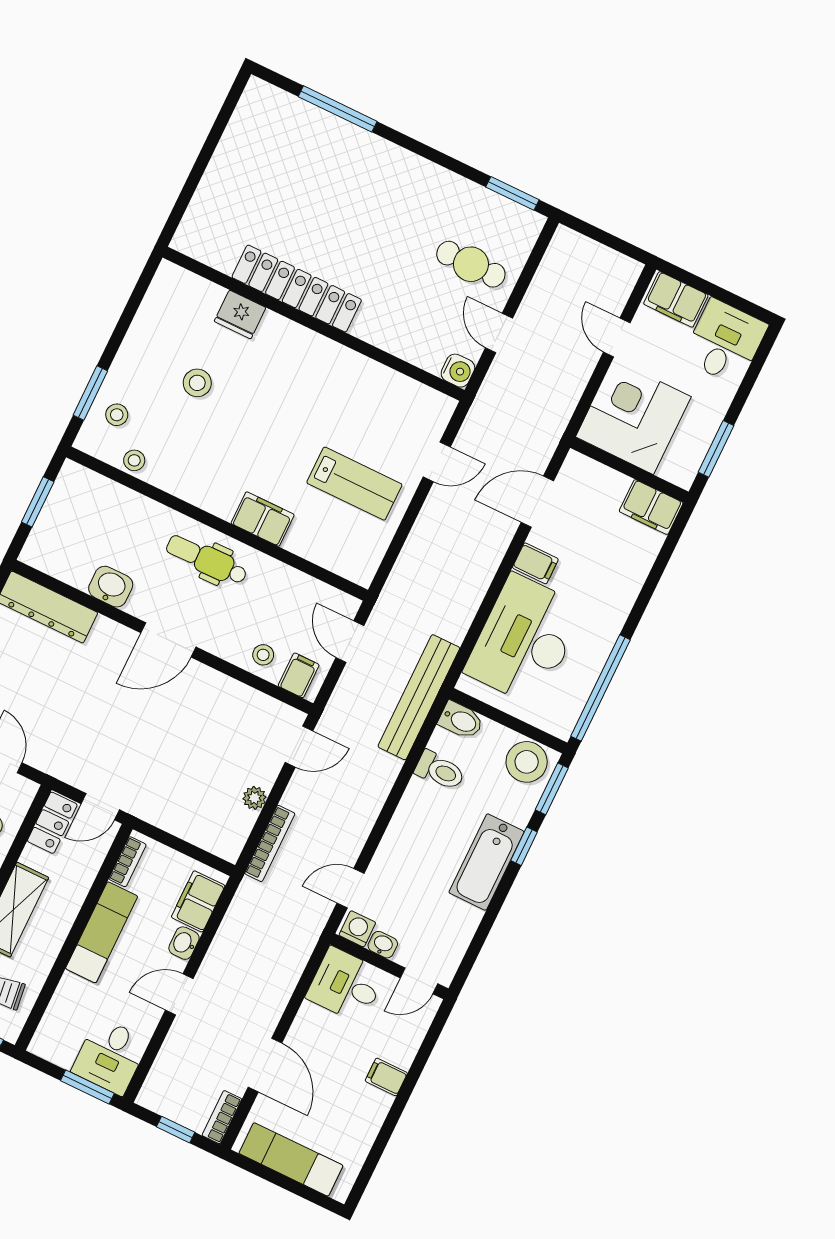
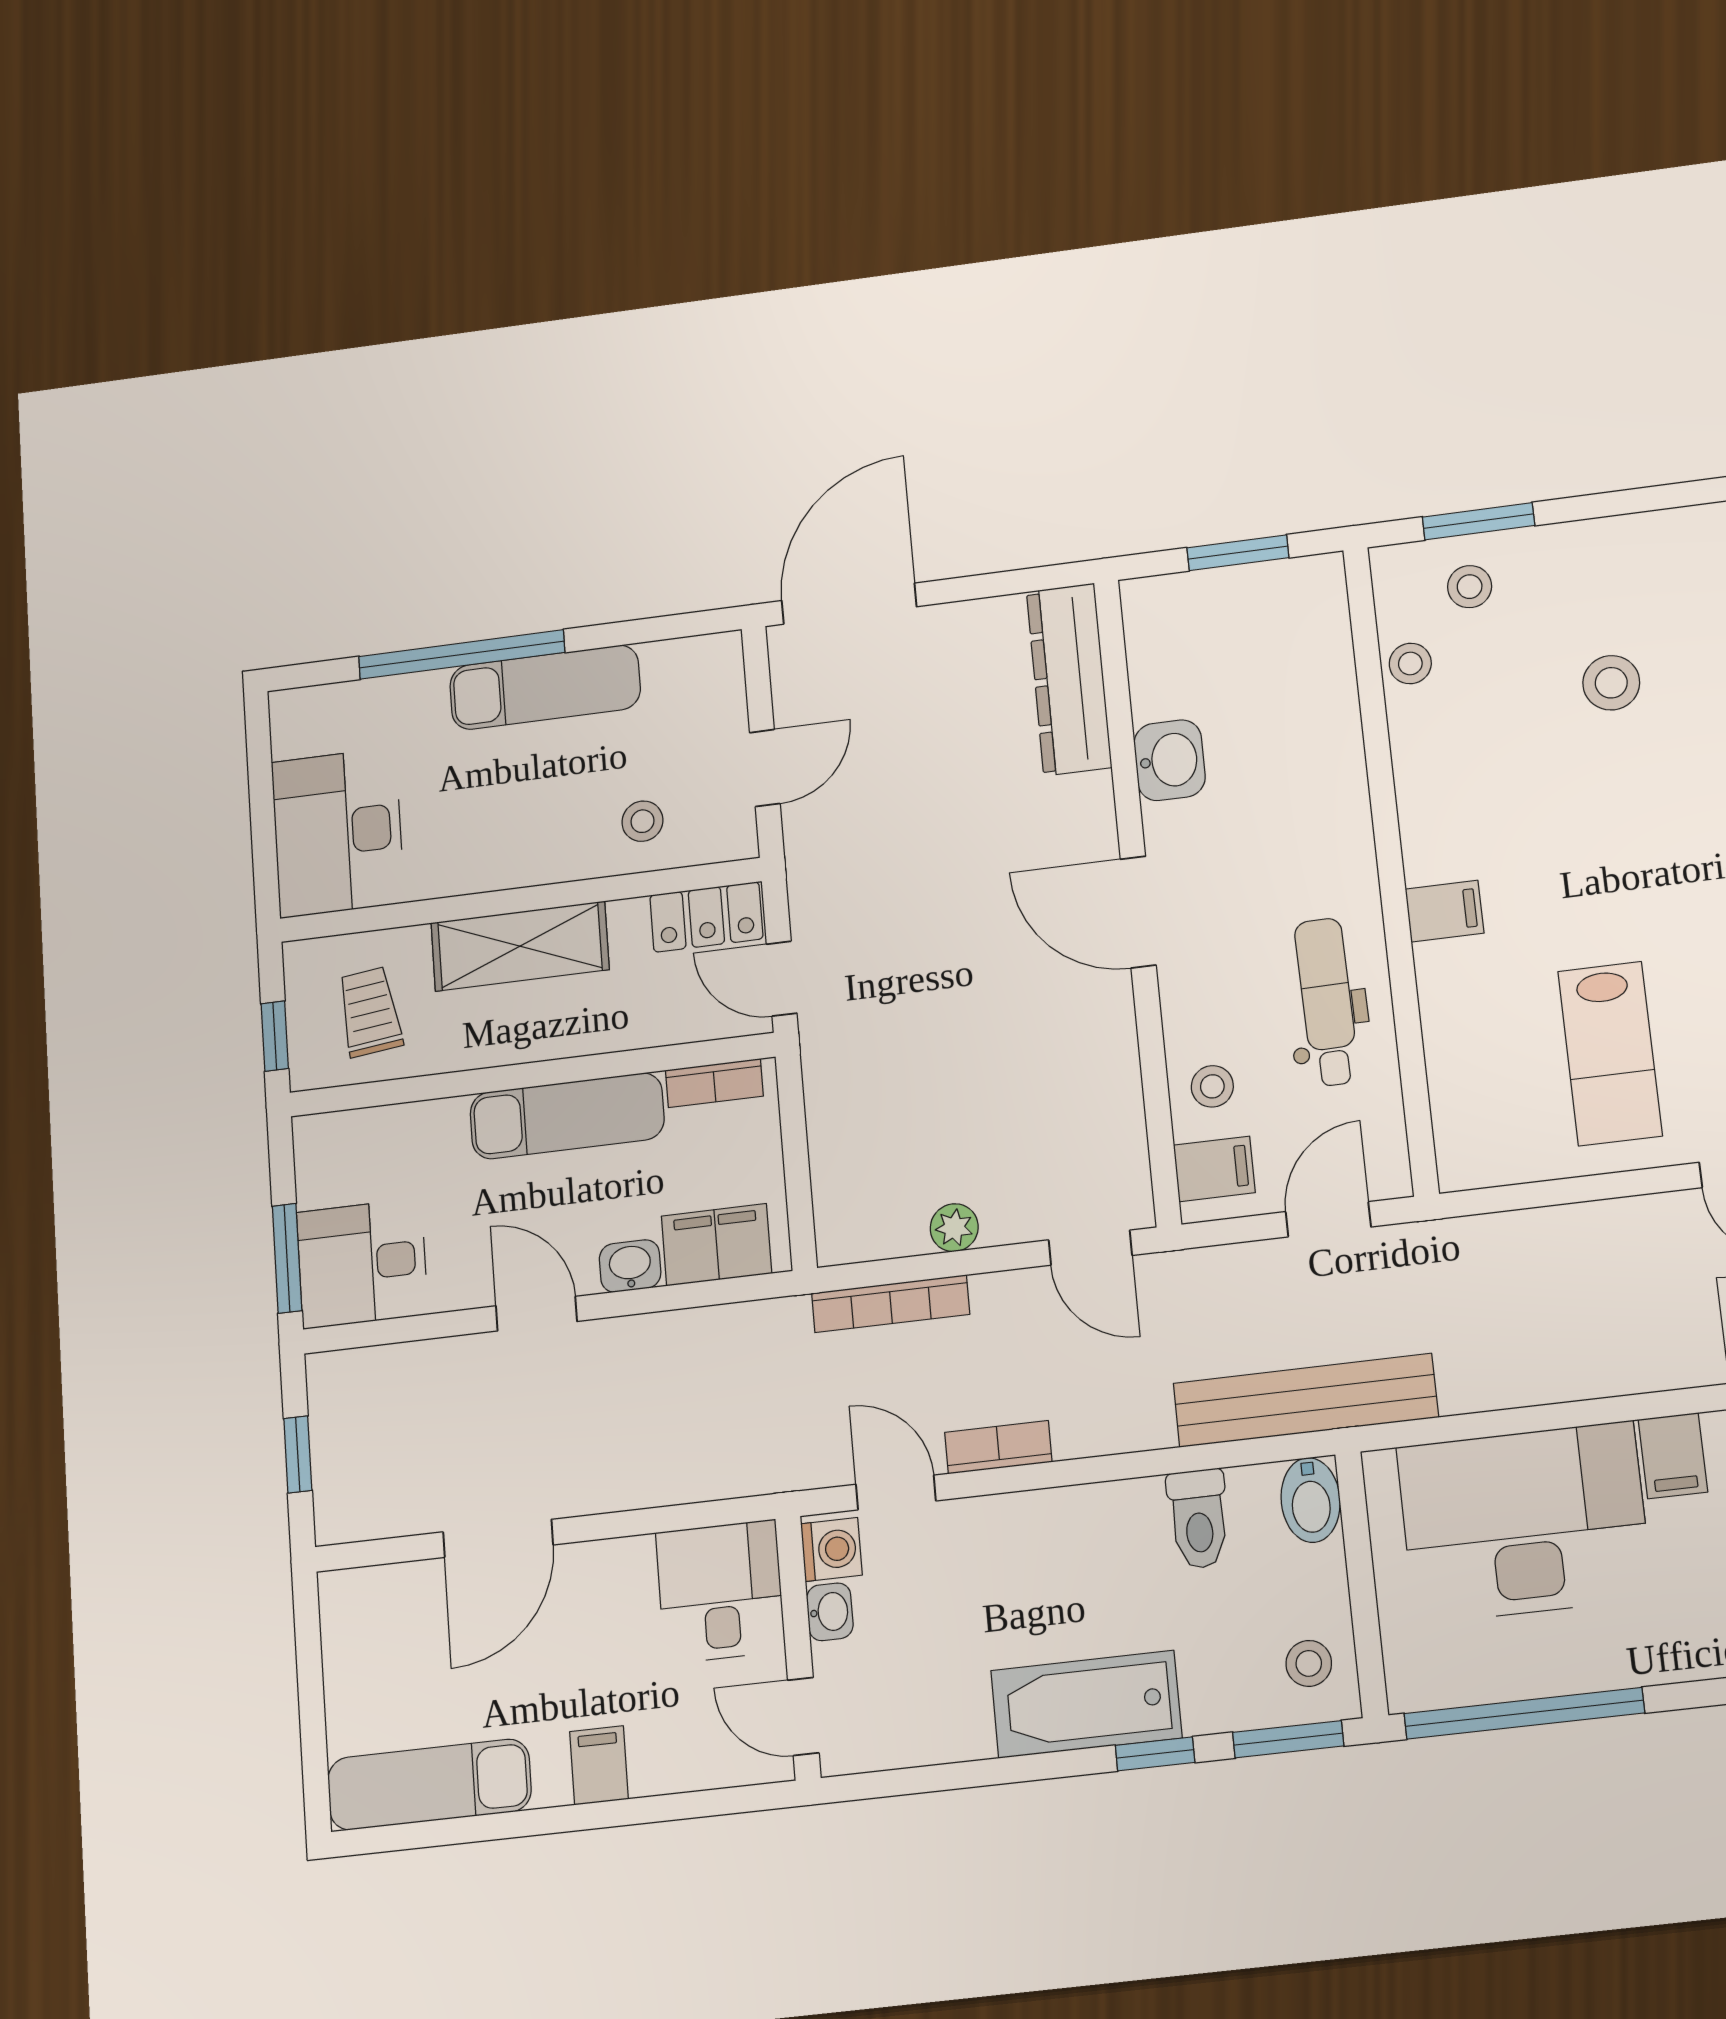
filing cabinet: (263, 519) -> (1445, 911), width x0.50
dental chair: (207, 560) -> (1327, 1002), moved
stool: (527, 762) -> (1309, 1663), width x0.53, depth x0.53
bookcase: (222, 1117) -> (998, 1447), moved
exam couch: (291, 1159) -> (429, 1785), moved, turned -90

